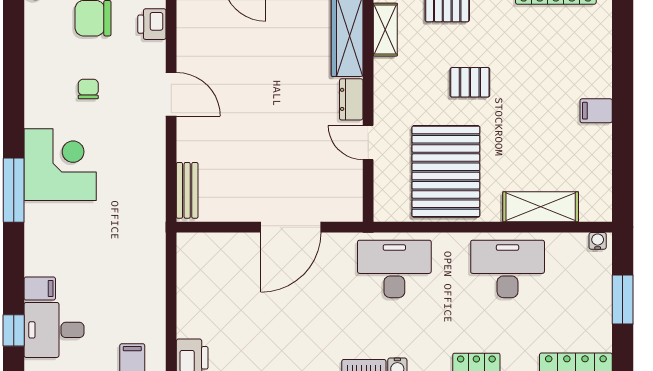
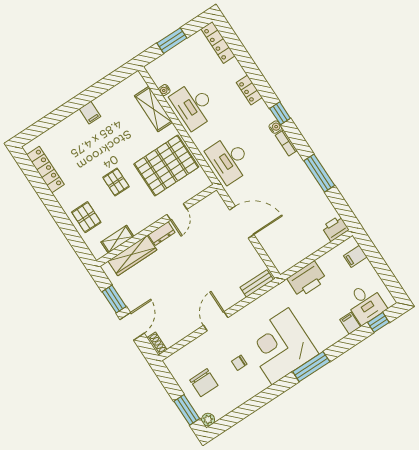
printer: (152, 24) -> (307, 279), moved, width x1.87, depth x1.48
corner desk: (60, 165) -> (280, 346), width x1.36, depth x1.36
water cooler: (598, 241) -> (164, 90), moved

